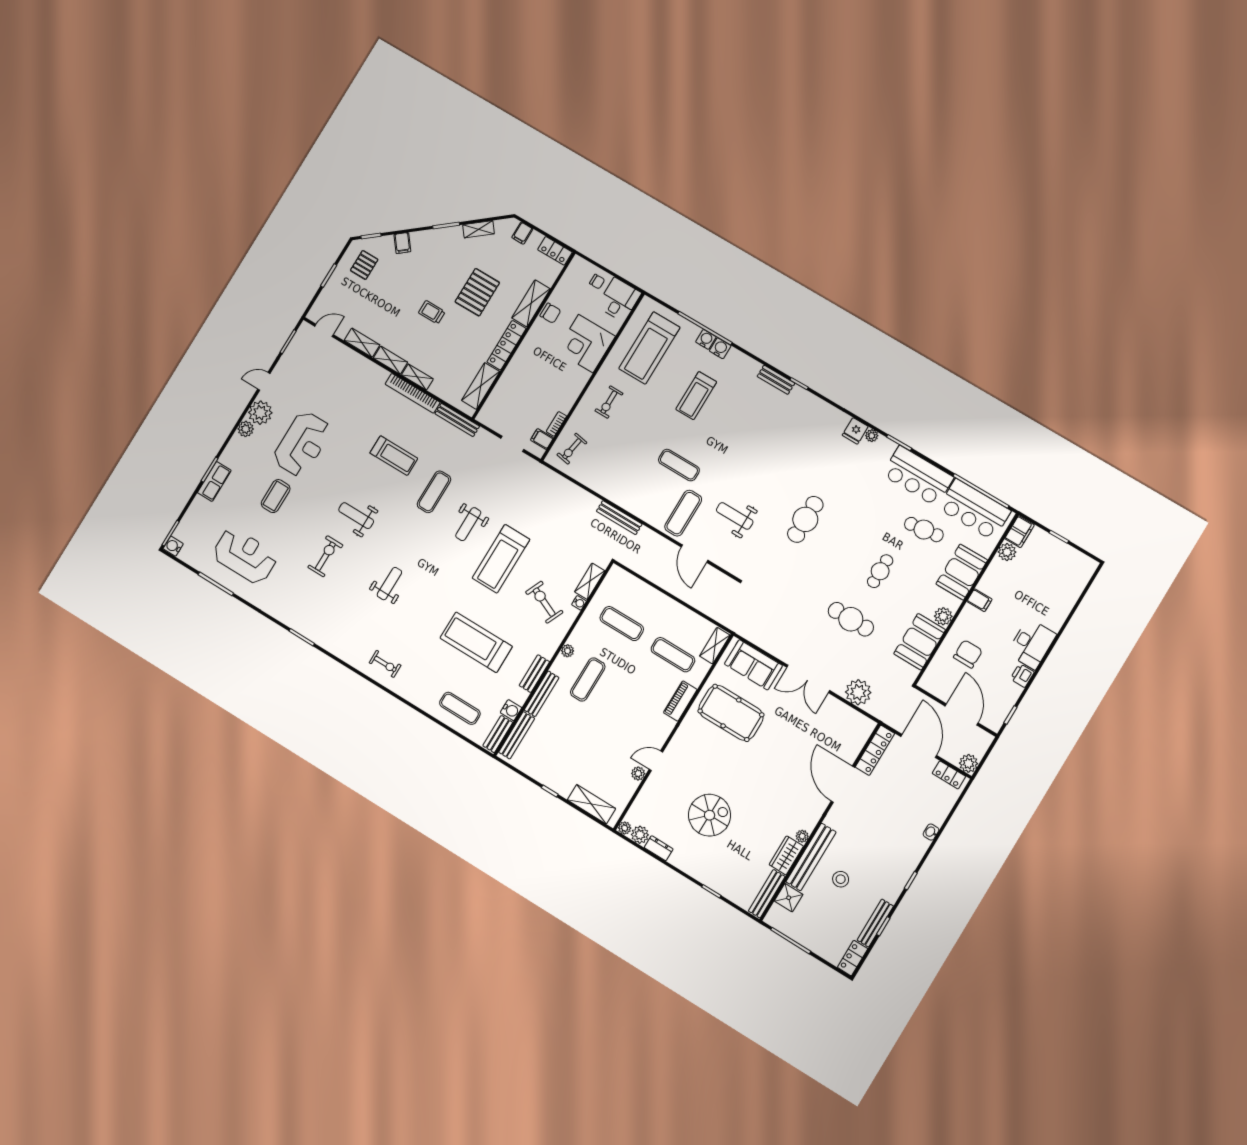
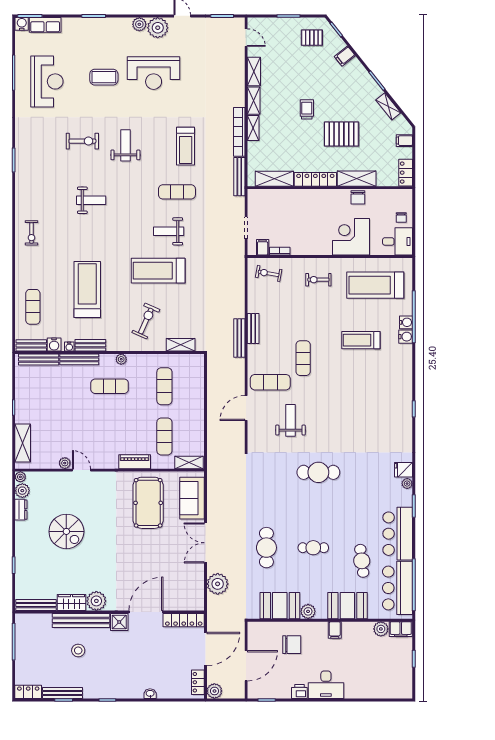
bench: (776, 380) -> (253, 329), moved
row of seats: (214, 481) -> (45, 25), moved
water cooler: (579, 603) -> (69, 346), moved
plant: (802, 836) -> (96, 601), width x1.87, depth x1.87
shower: (789, 898) -> (119, 622), moved

